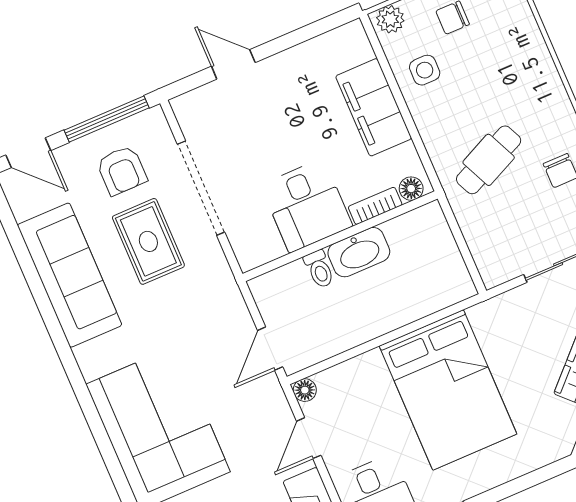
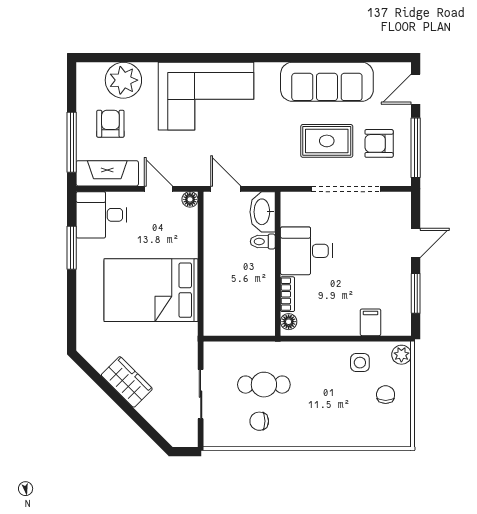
window: (300, 36) -> (416, 293), added
filing cabinet: (374, 107) -> (371, 322), width x0.33, depth x0.86
cafe table: (489, 160) -> (264, 385), moved, turned -65
washbasin: (359, 252) -> (263, 212), moved

